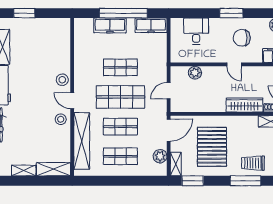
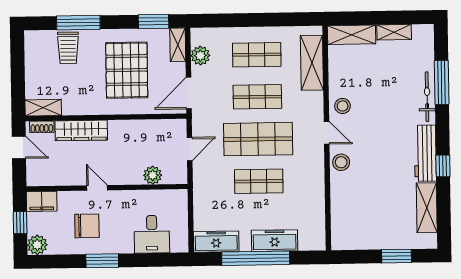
shelving: (82, 141) -> (312, 63), width x0.68
trolley: (253, 163) -> (68, 48), turned 90

